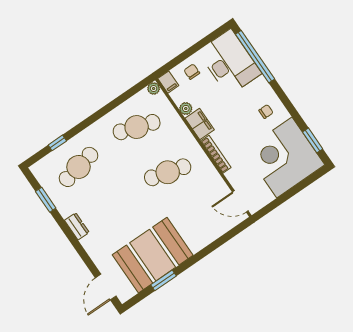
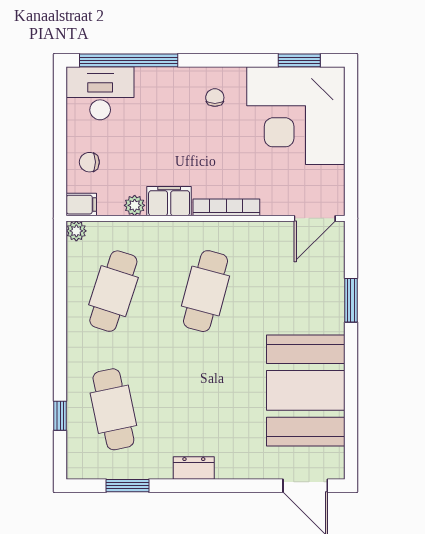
desk: (230, 62) -> (100, 93), width x0.73, depth x0.77
window: (164, 280) -> (351, 300), moved

